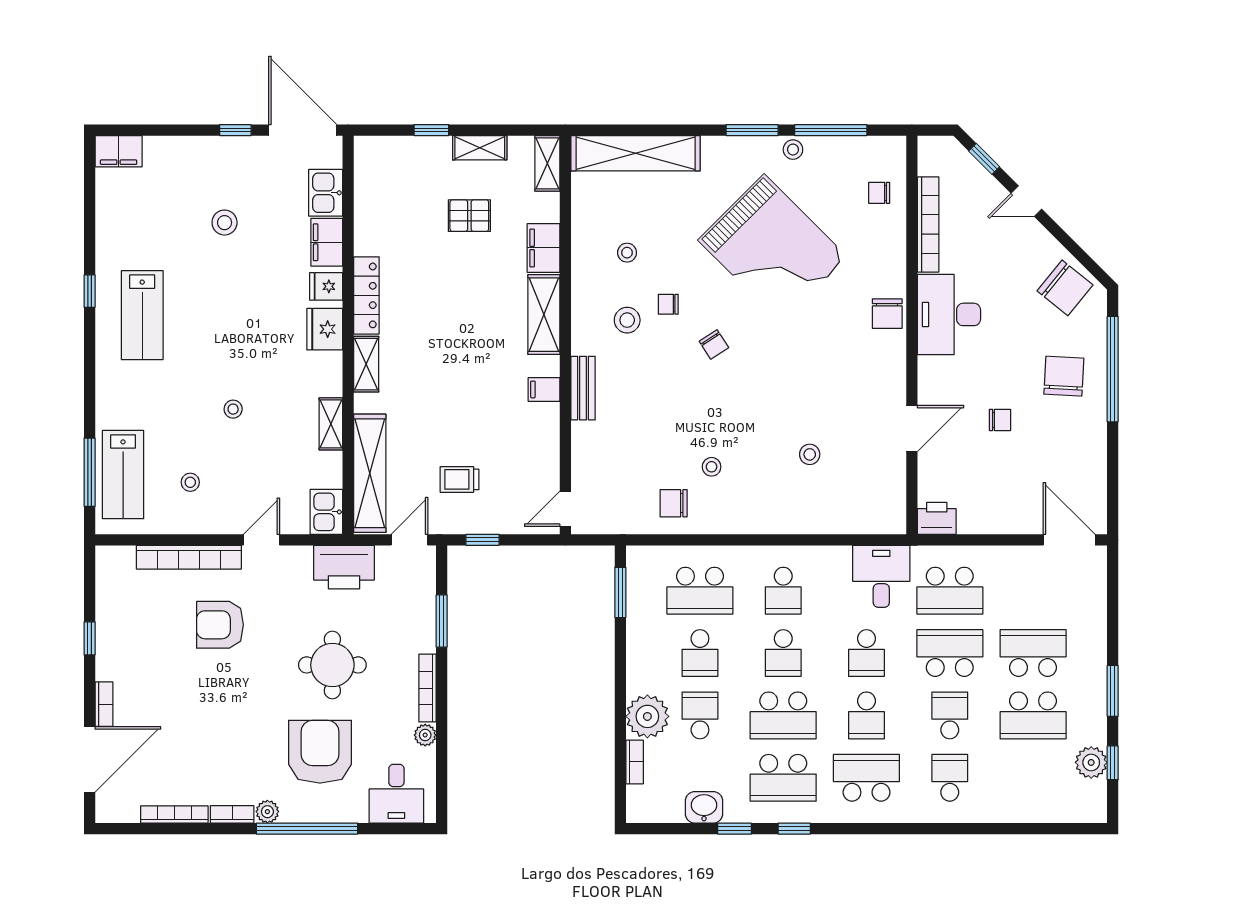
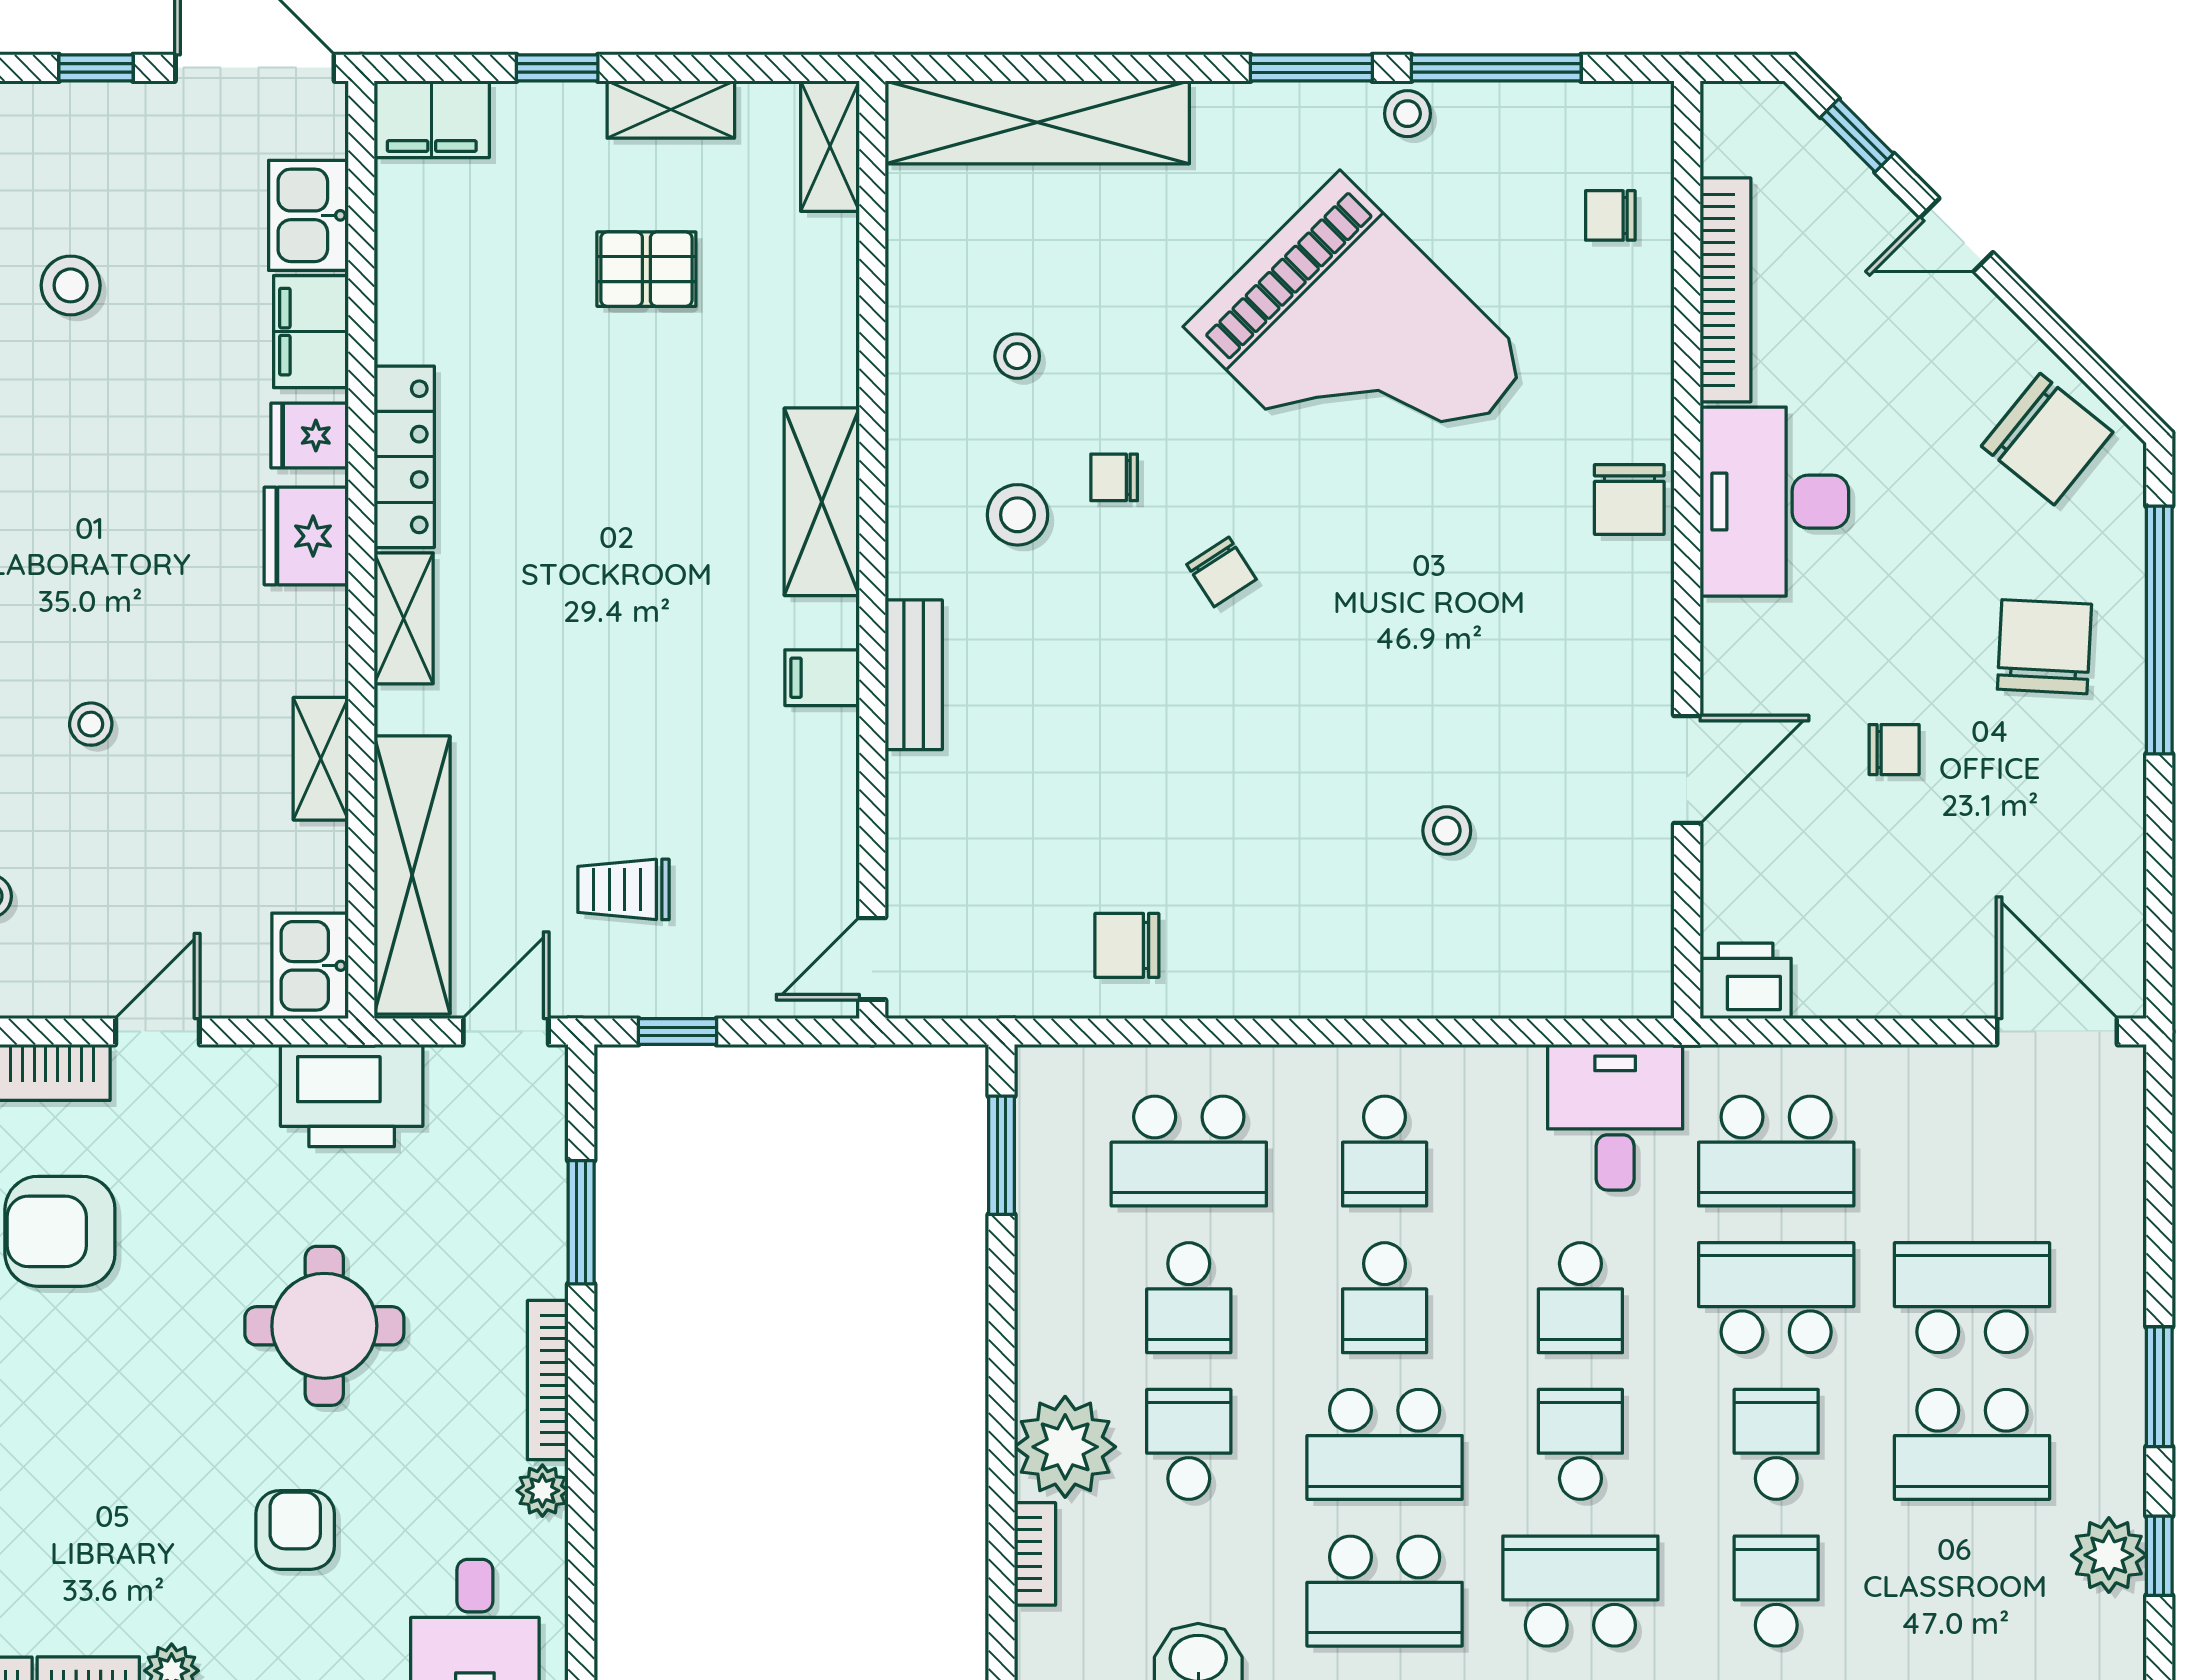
filing cabinet: (544, 248) -> (432, 119), moved, turned -90
stool: (712, 467) -> (1216, 860), removed
school desk: (866, 715) -> (1580, 1444), turned 180
armchair: (320, 752) -> (295, 1530), width x0.53, depth x0.53

